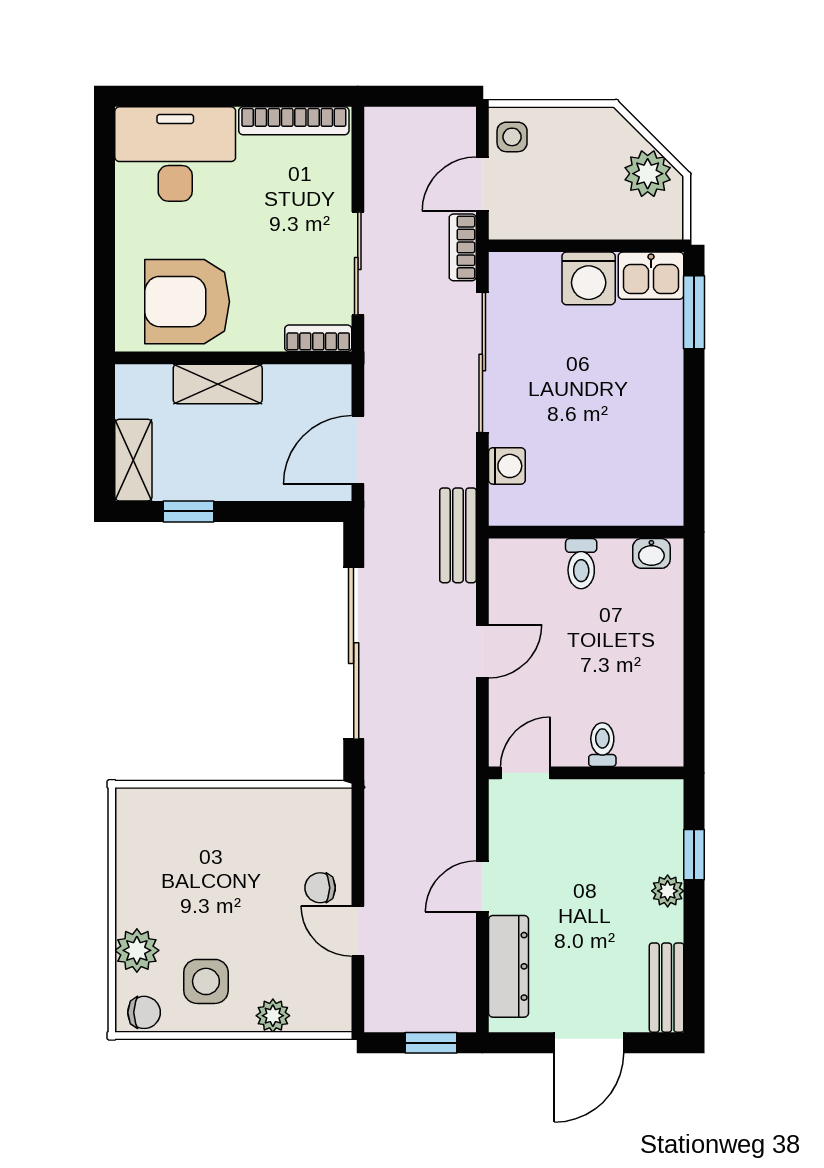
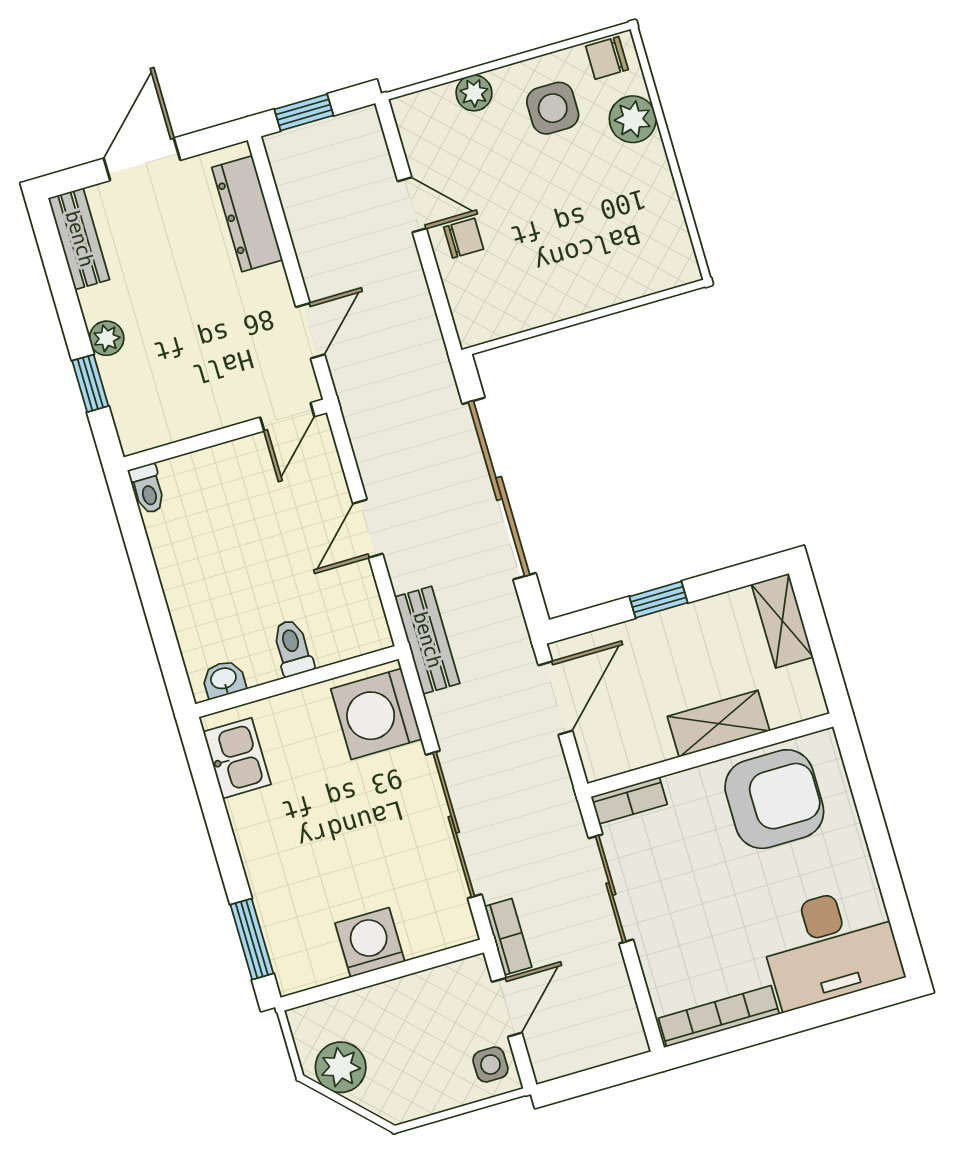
kitchen sink: (651, 276) -> (237, 758), moved, turned 90
washing machine: (507, 466) -> (376, 714), width x1.89, depth x1.89
window: (189, 511) -> (659, 600), moved
toilet: (602, 745) -> (148, 489), moved
door: (482, 886) -> (310, 331), moved

